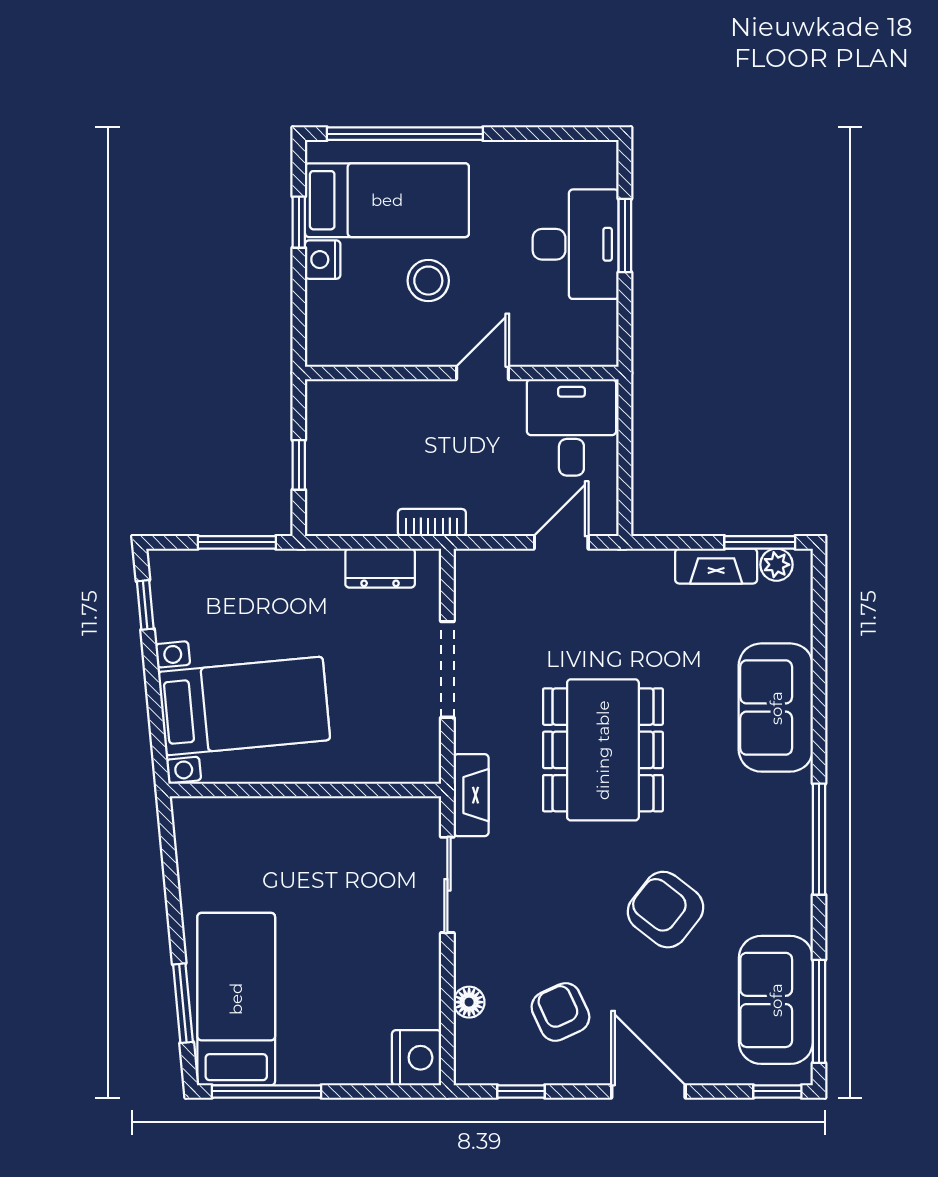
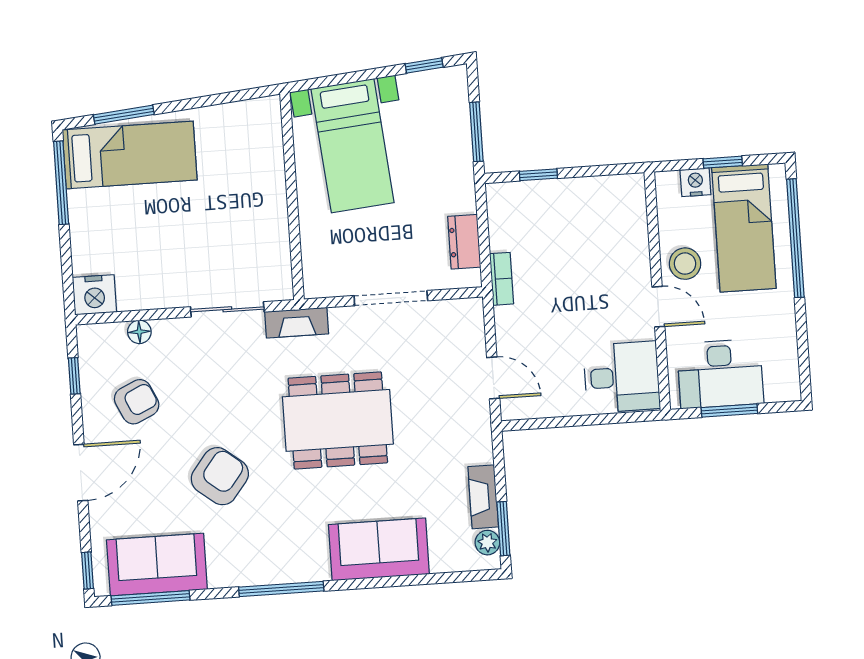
wall: (462, 373) -> (657, 291), moved
door: (482, 373) -> (658, 307), moved
desk: (571, 427) -> (622, 377), moved

